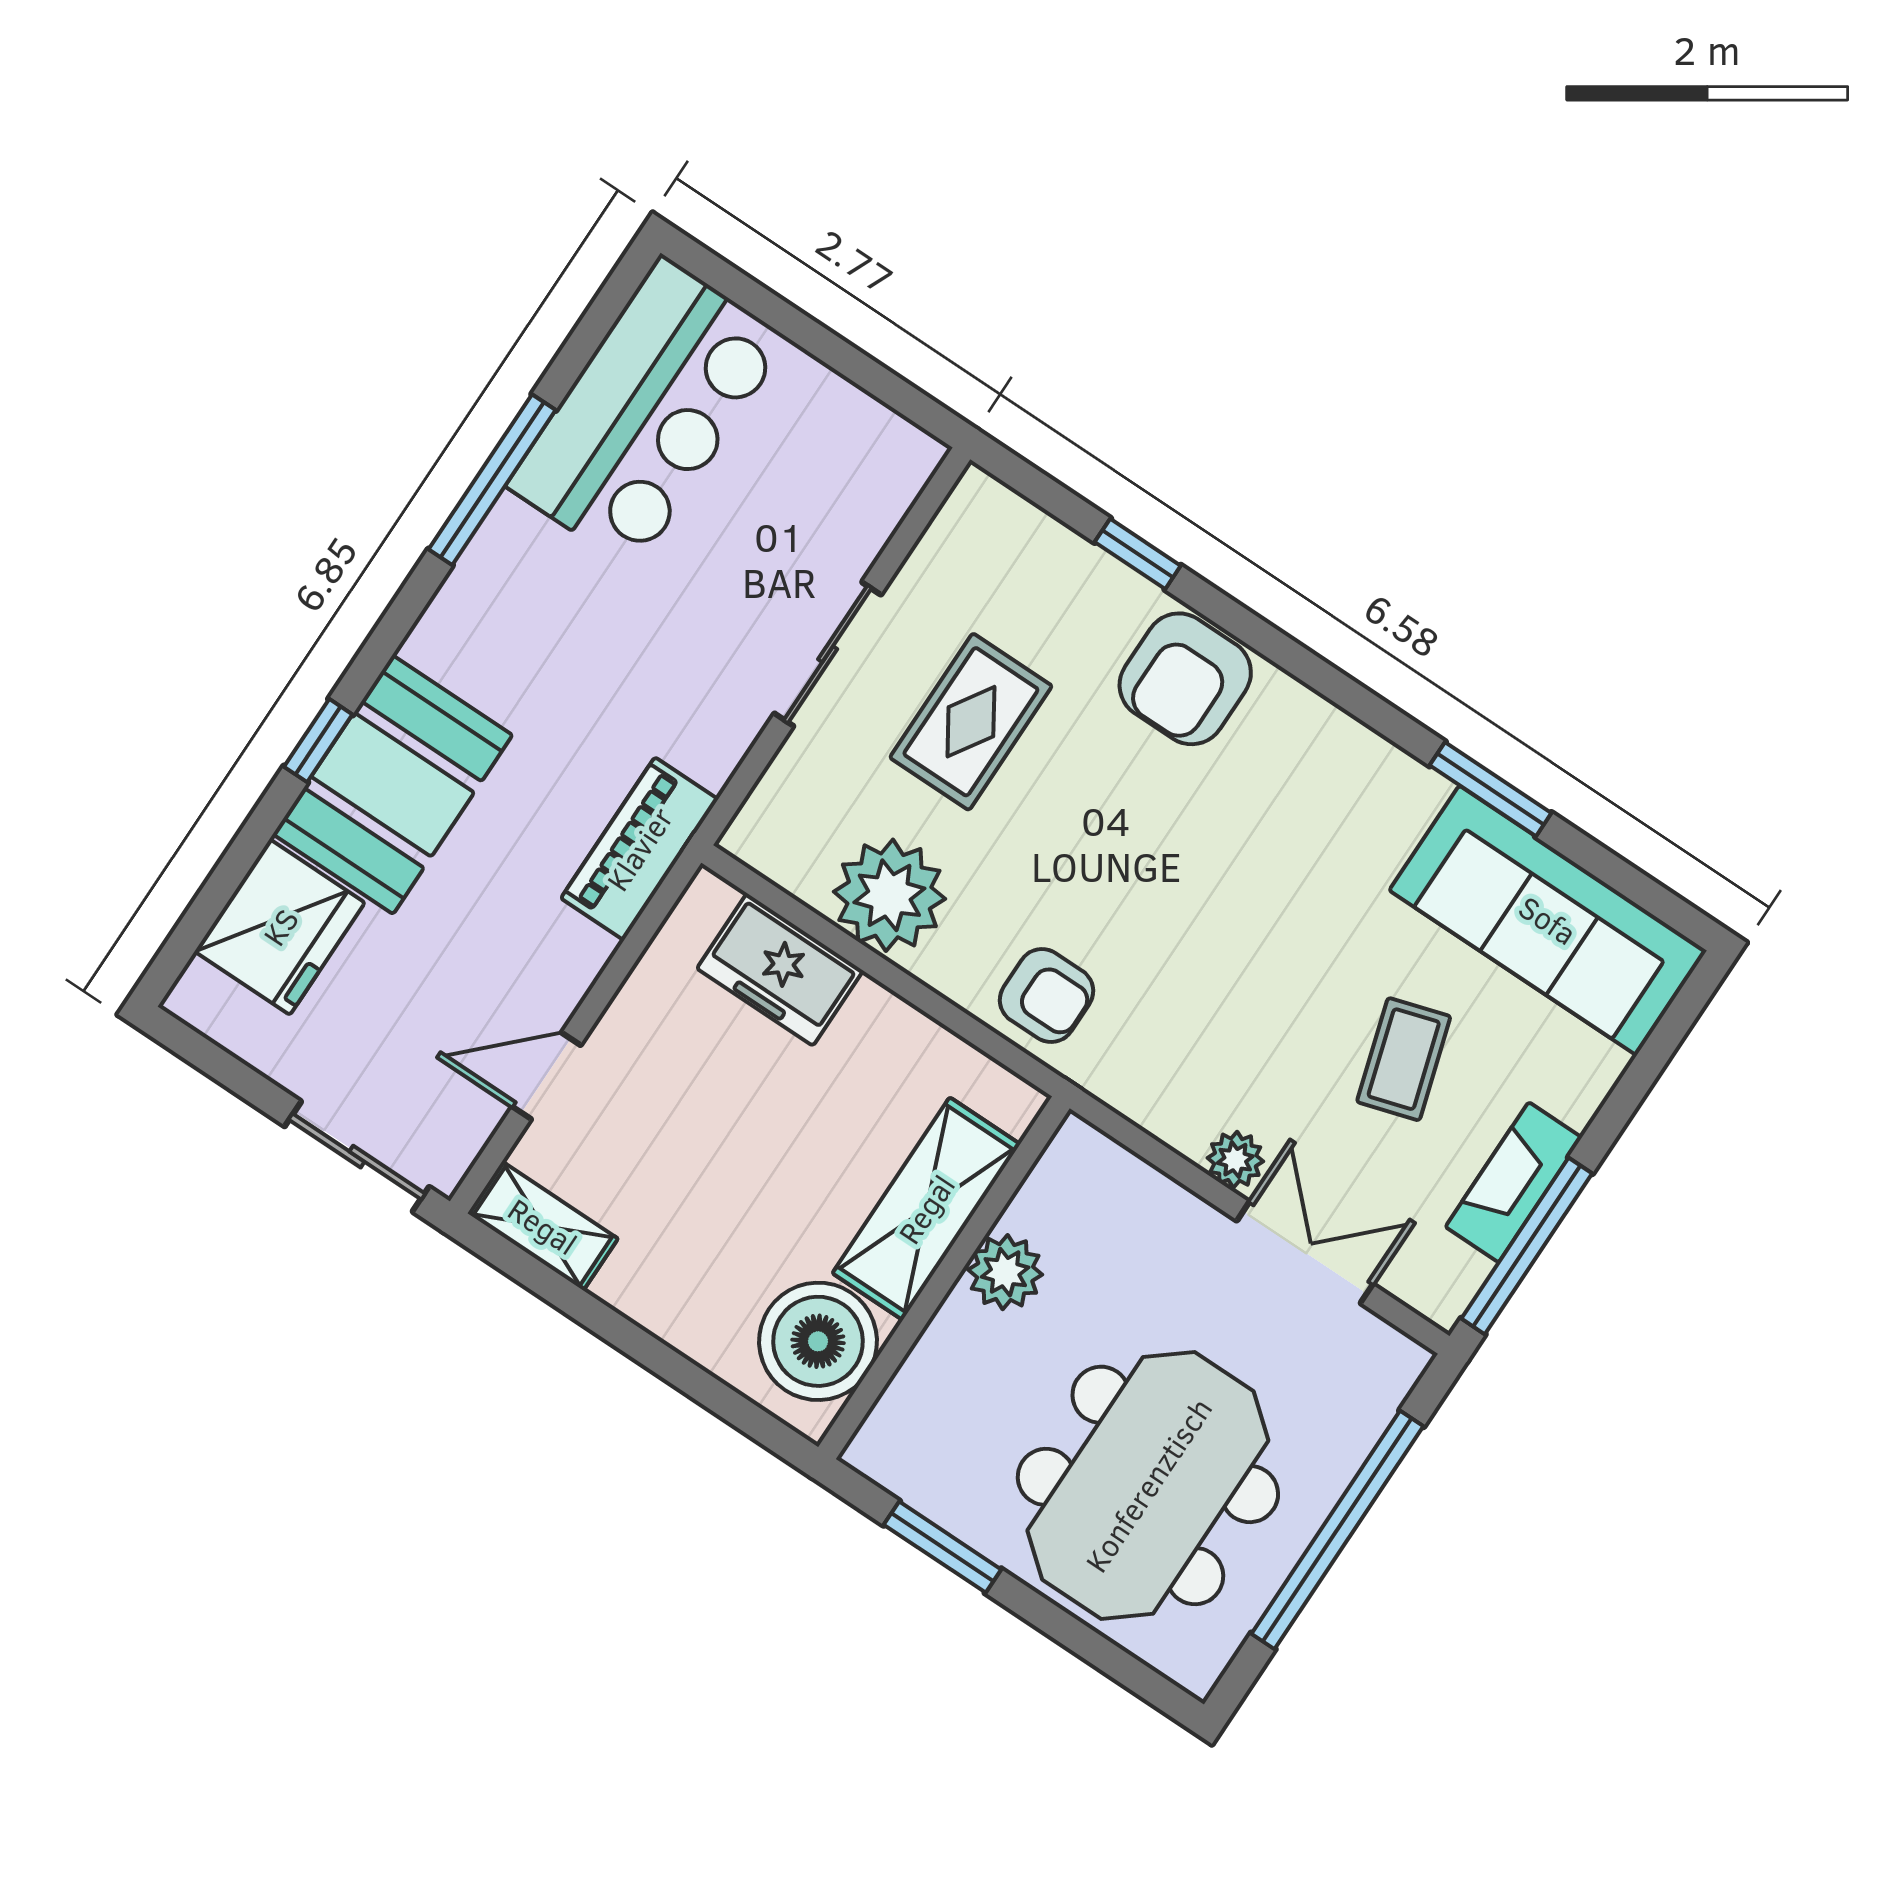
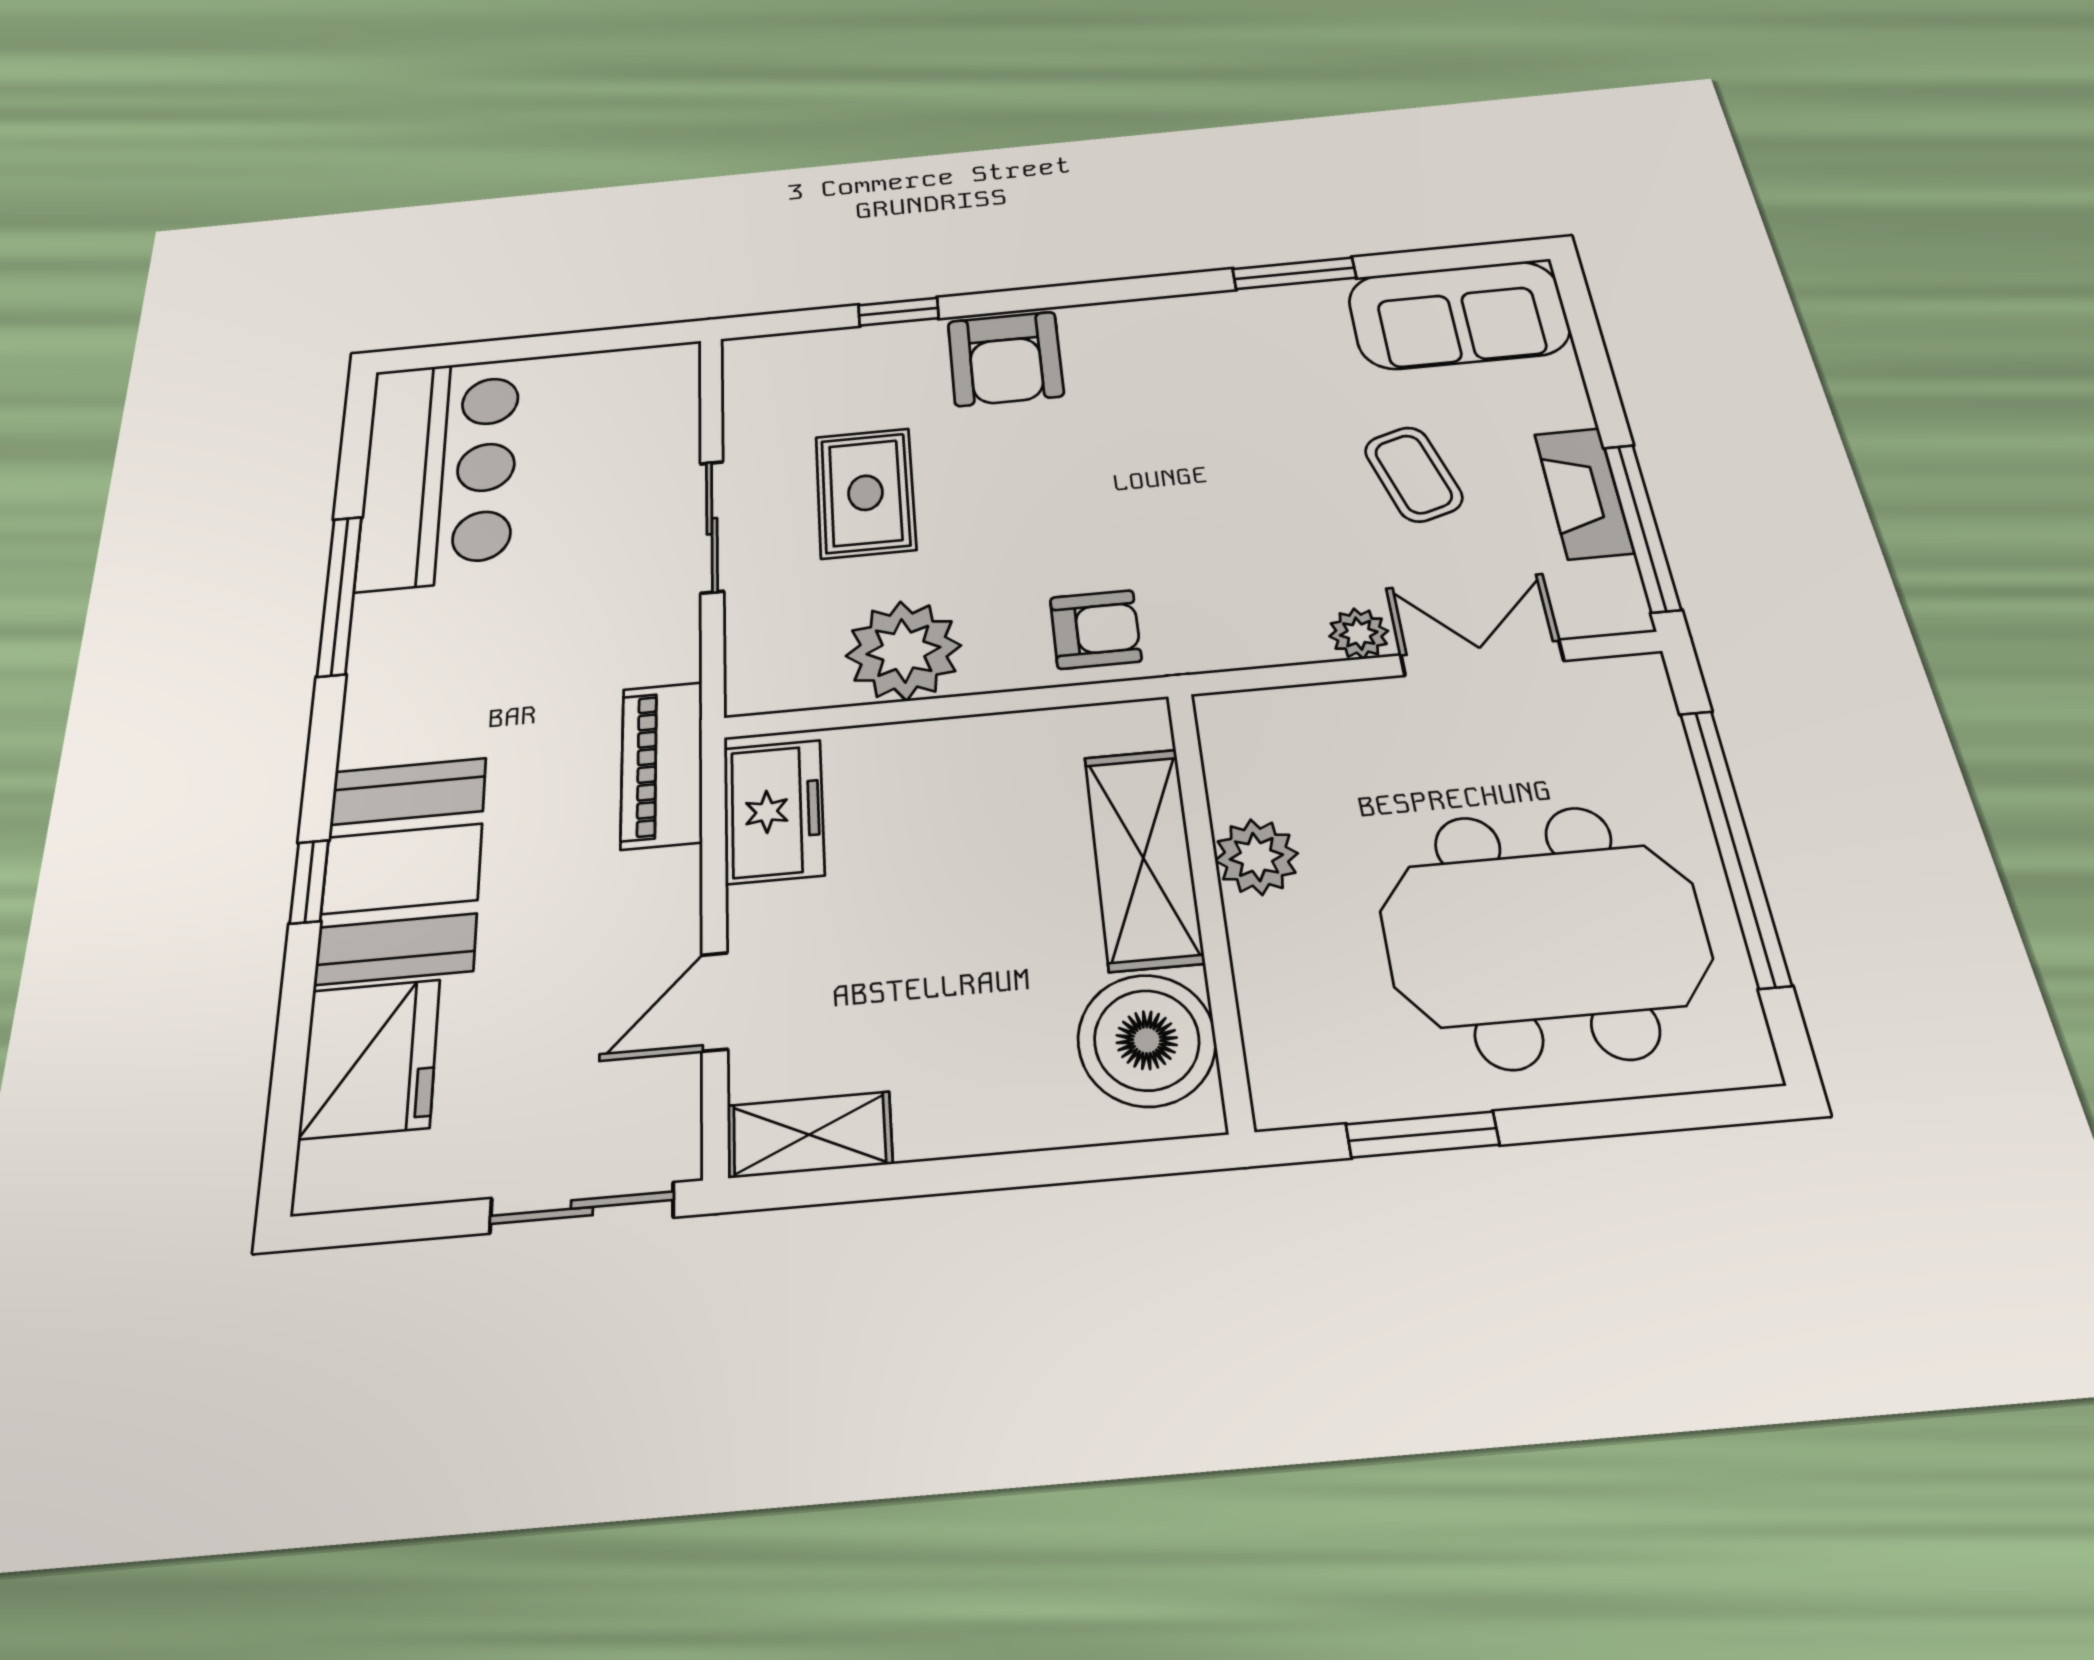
sofa: (1548, 920) -> (1459, 315), width x0.73
freezer: (780, 970) -> (774, 811), moved, turned -90
meeting table: (1148, 1485) -> (1545, 935), turned 90

